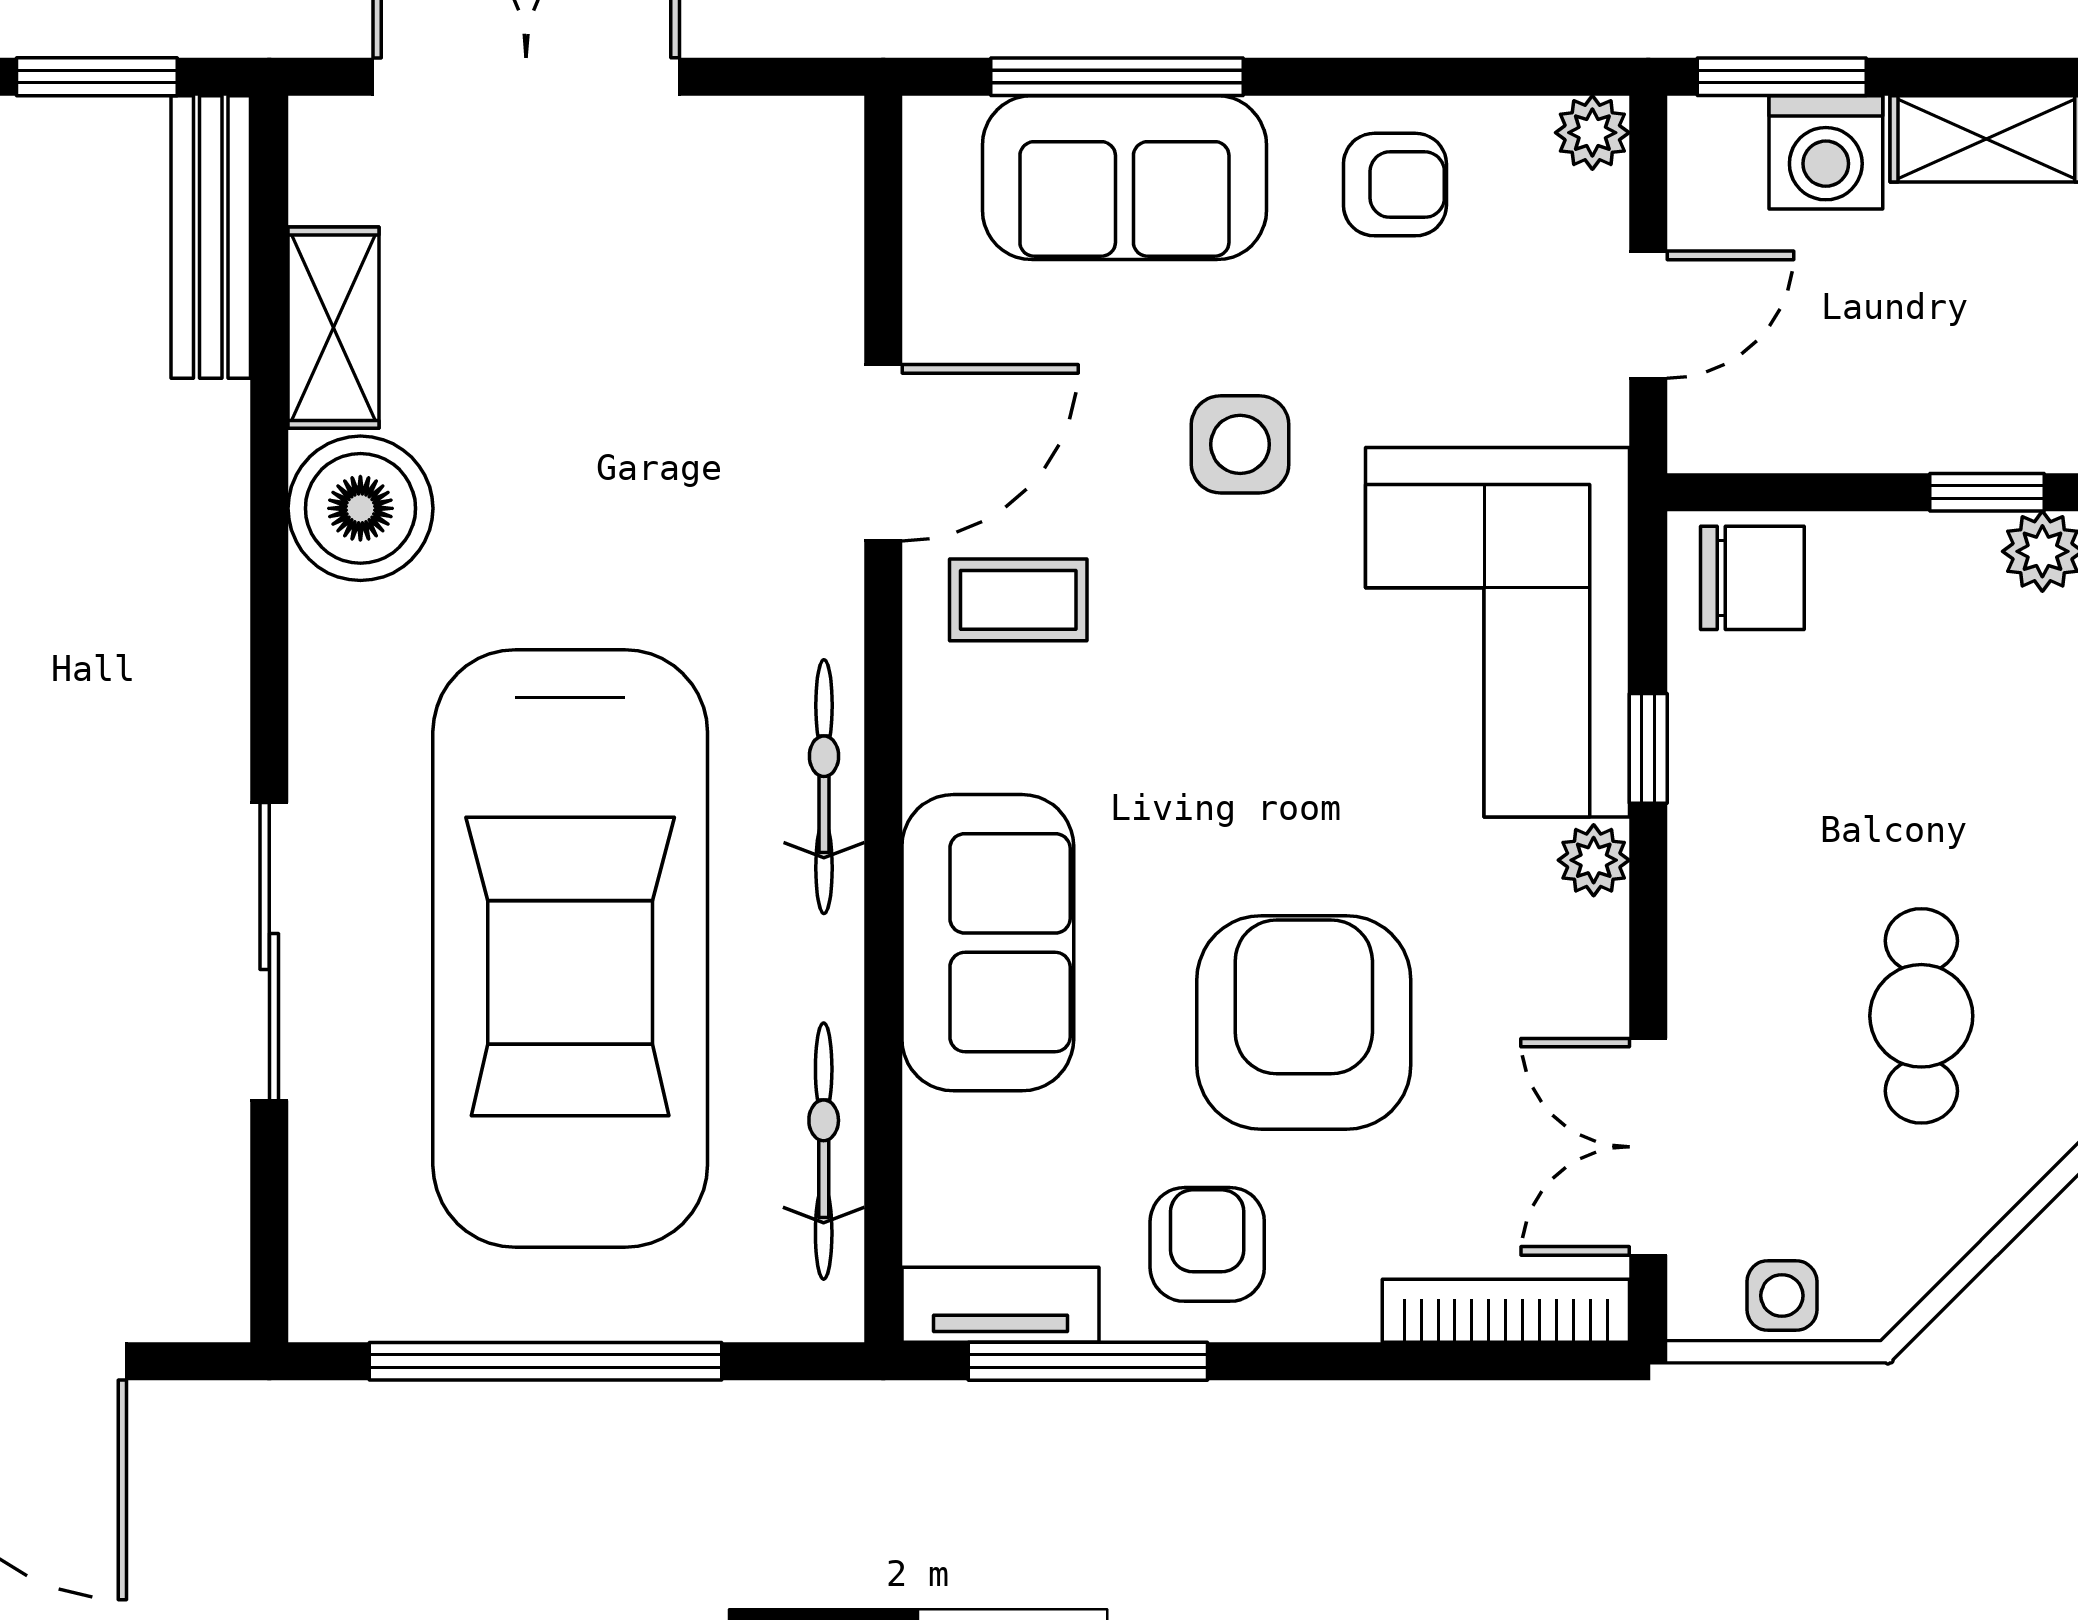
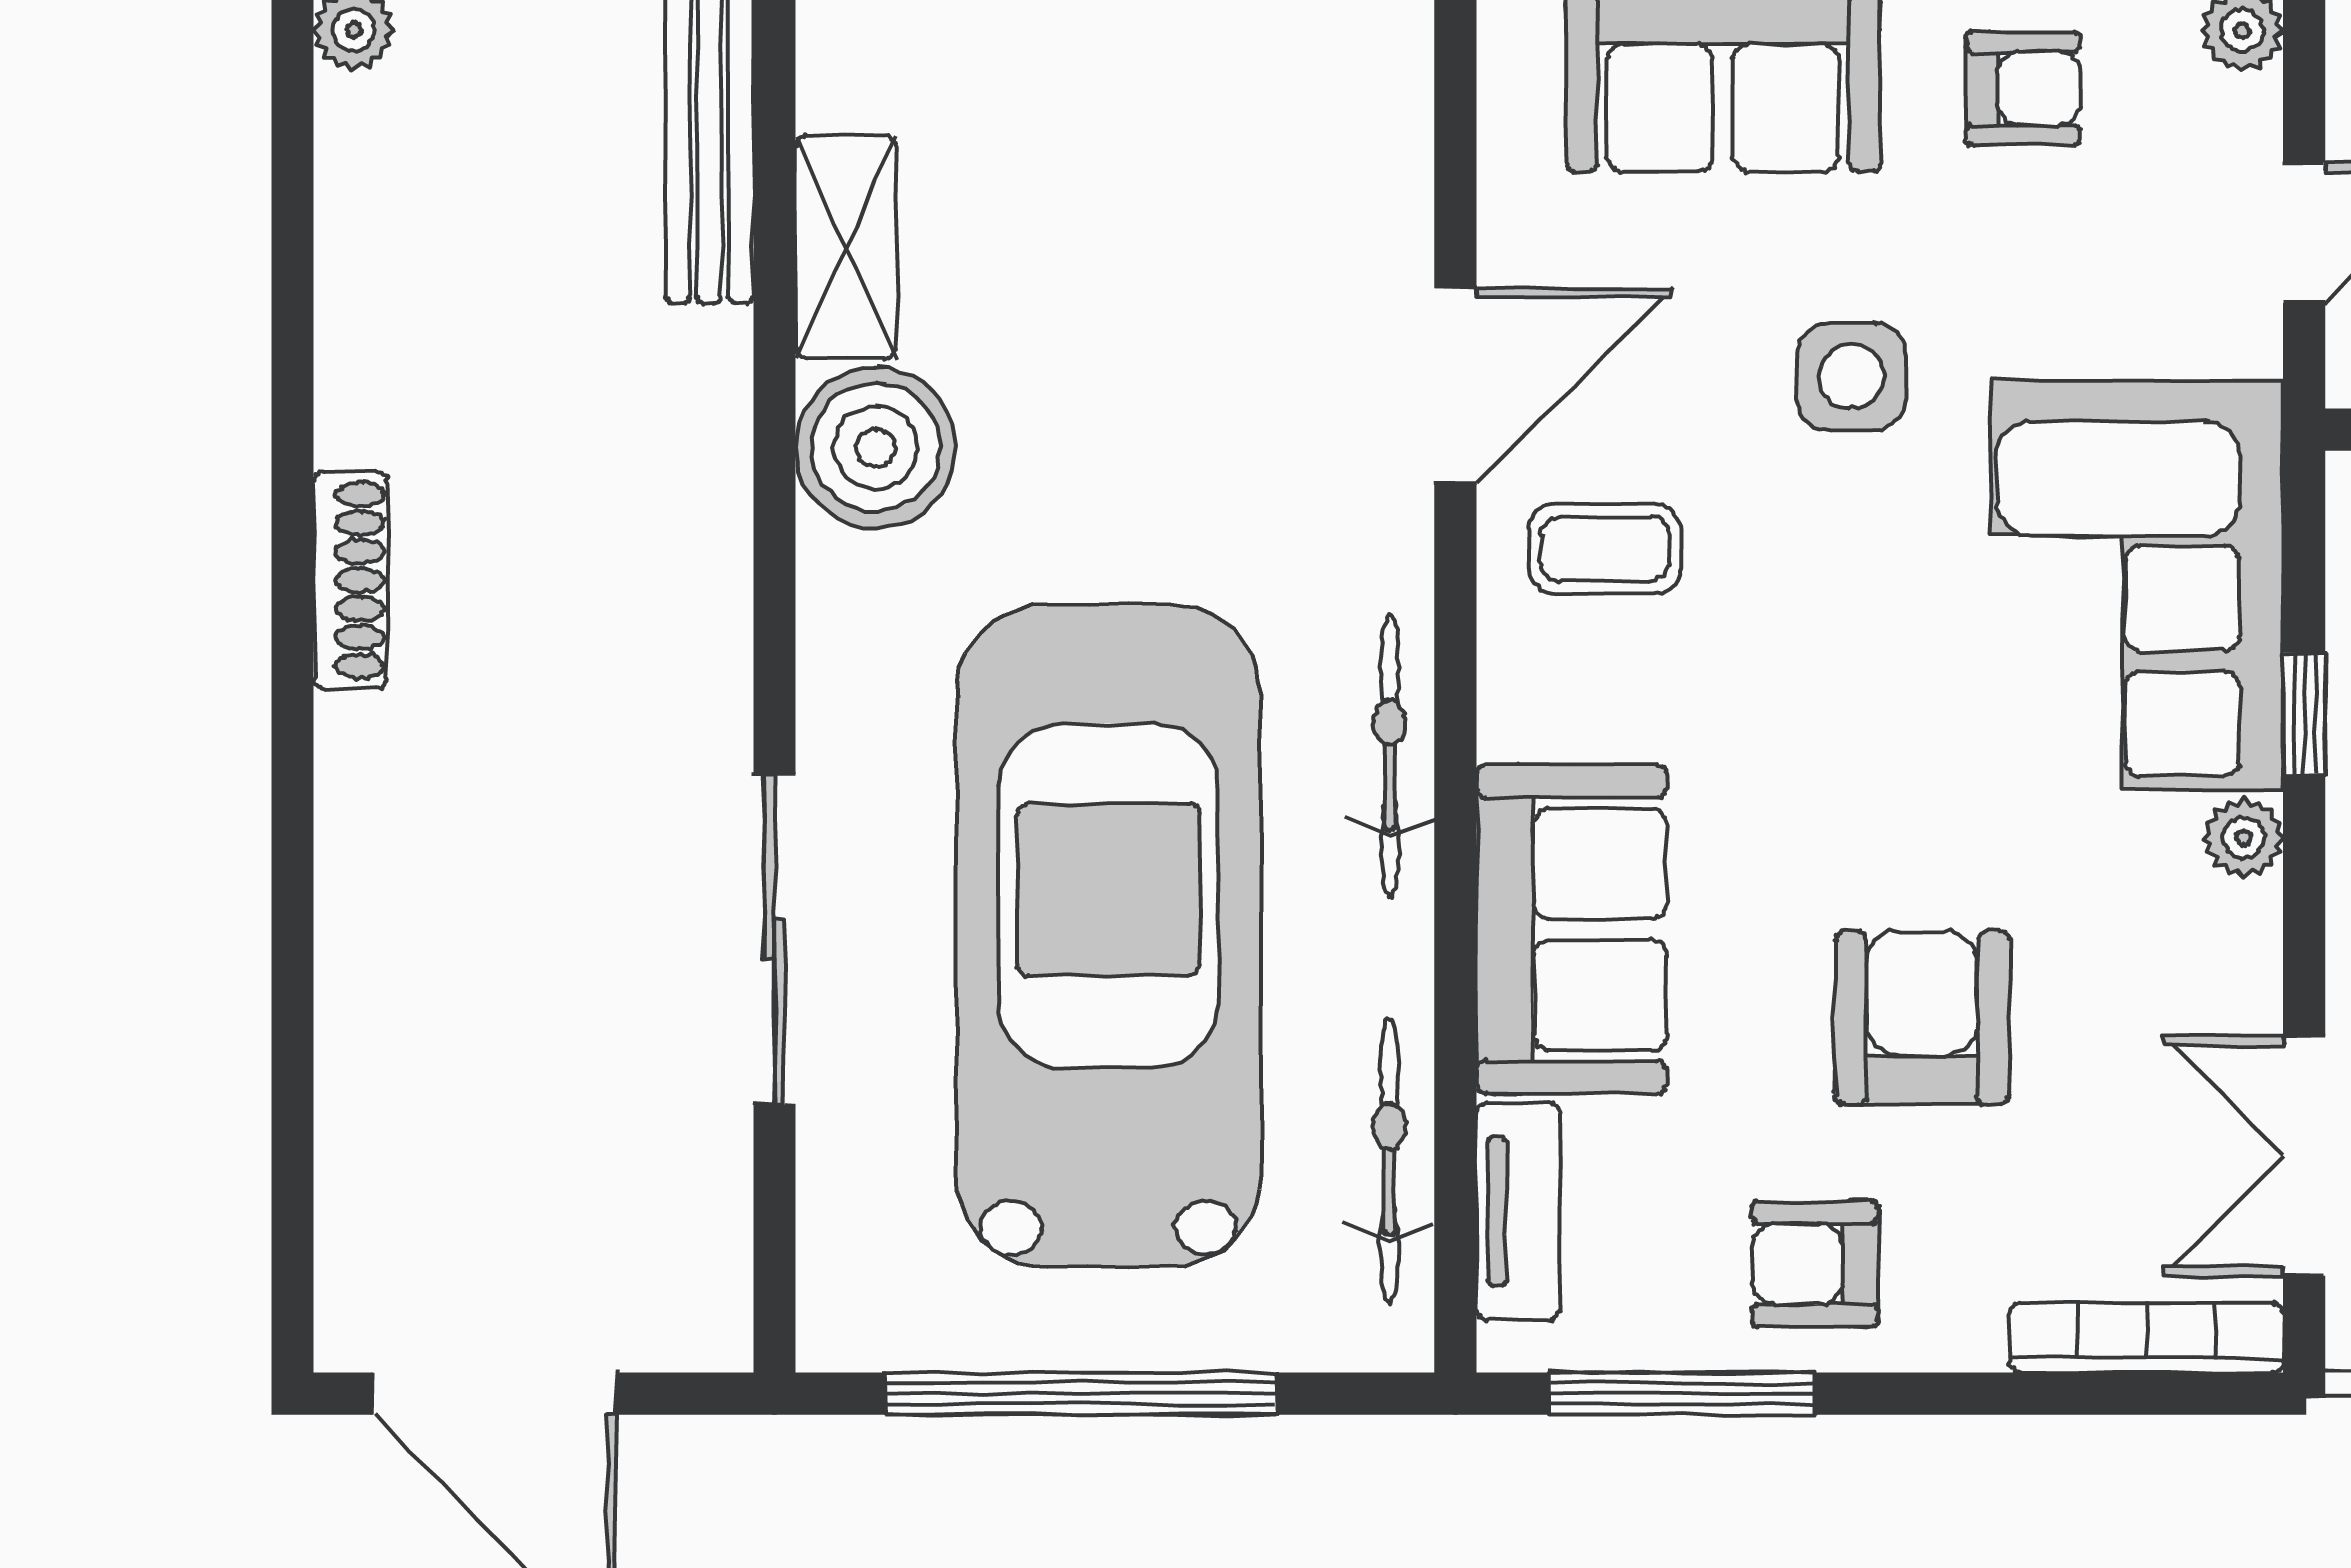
car: (570, 949) -> (1108, 936), turned 180
armchair: (1304, 1022) -> (1922, 1018), width x0.73, depth x0.73
armchair: (1207, 1244) -> (1815, 1264), turned -90
tv unit: (1000, 1305) -> (1518, 1211), moved, turned 90

